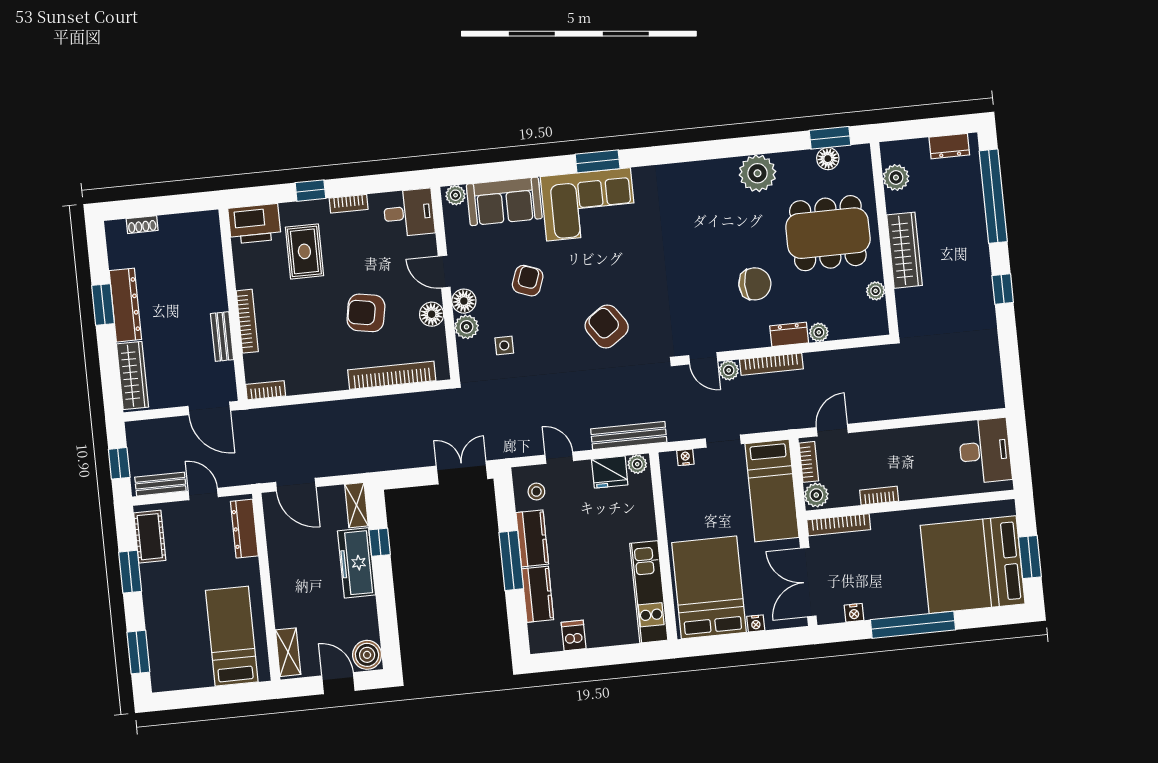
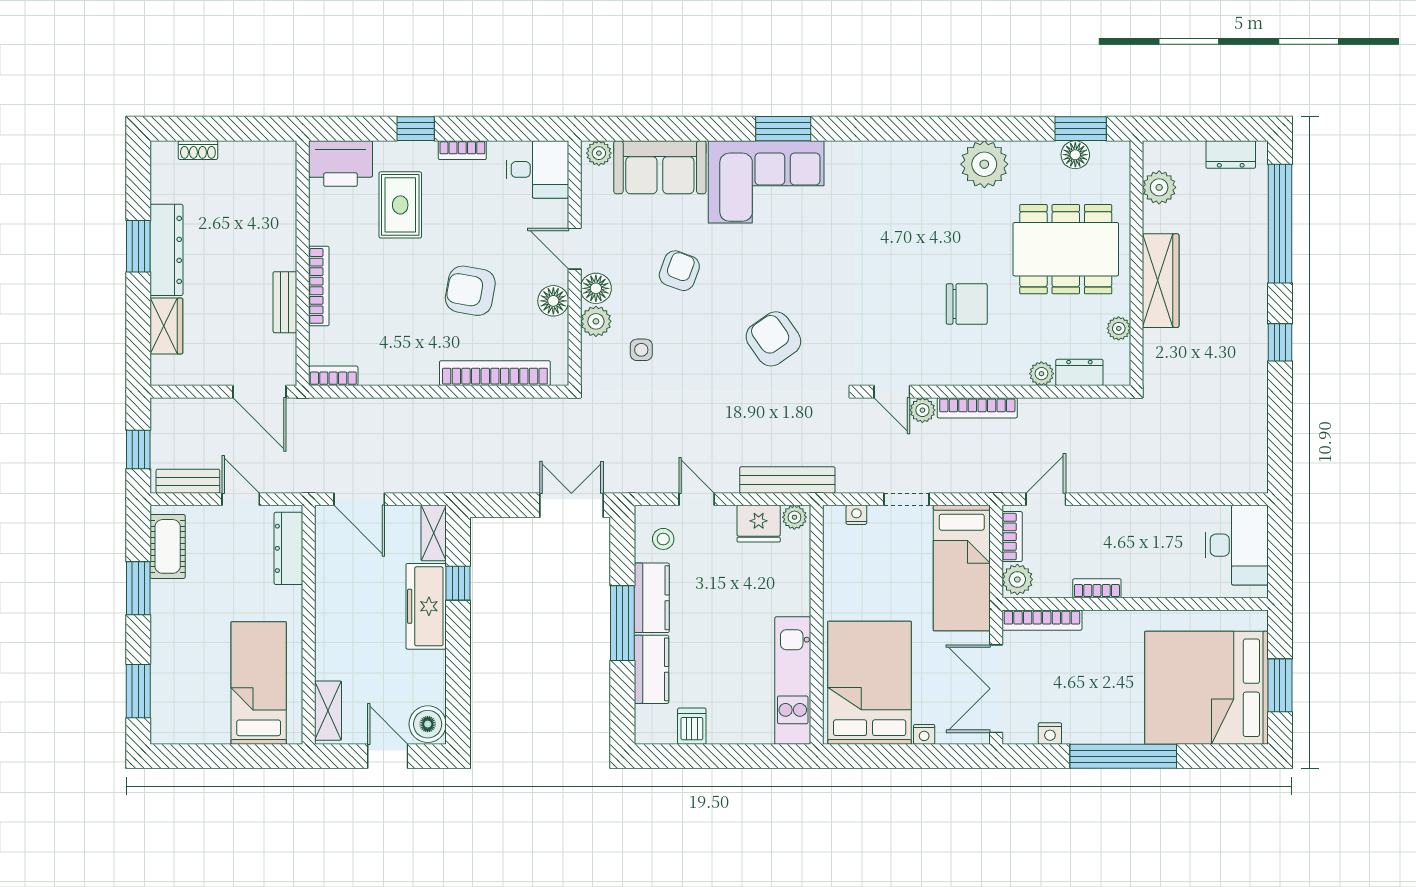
dresser: (789, 334) -> (1079, 372), moved
wardrobe: (132, 376) -> (166, 326), width x0.67

